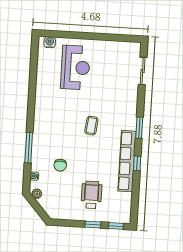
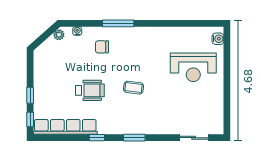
window: (29, 148) -> (118, 23), moved
row of seats: (127, 161) -> (65, 127), moved
chair: (60, 165) -> (102, 47), moved
wheelchair: (92, 195) -> (90, 90), moved

